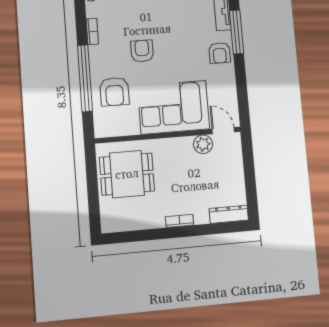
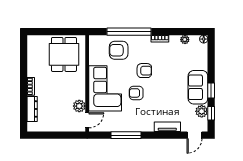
window: (237, 32) -> (126, 135), moved
armchair: (220, 53) -> (136, 93), moved
dresser: (229, 214) -> (32, 109), moved

